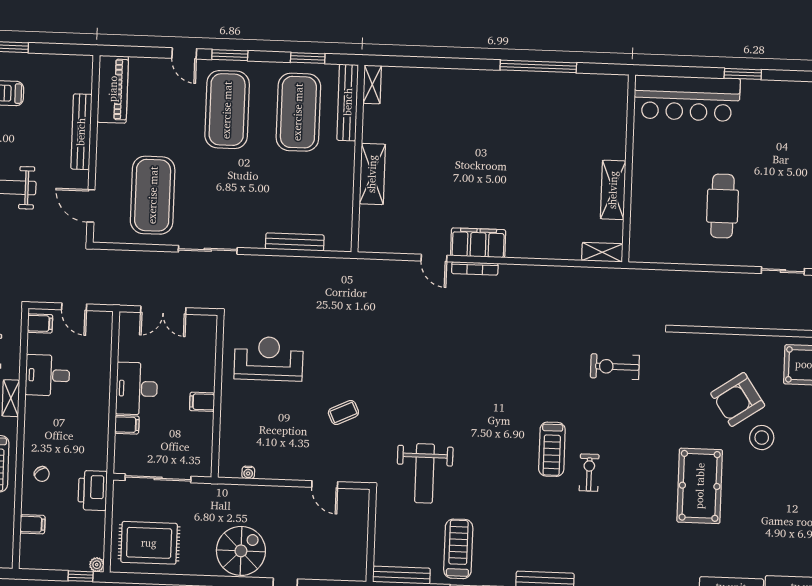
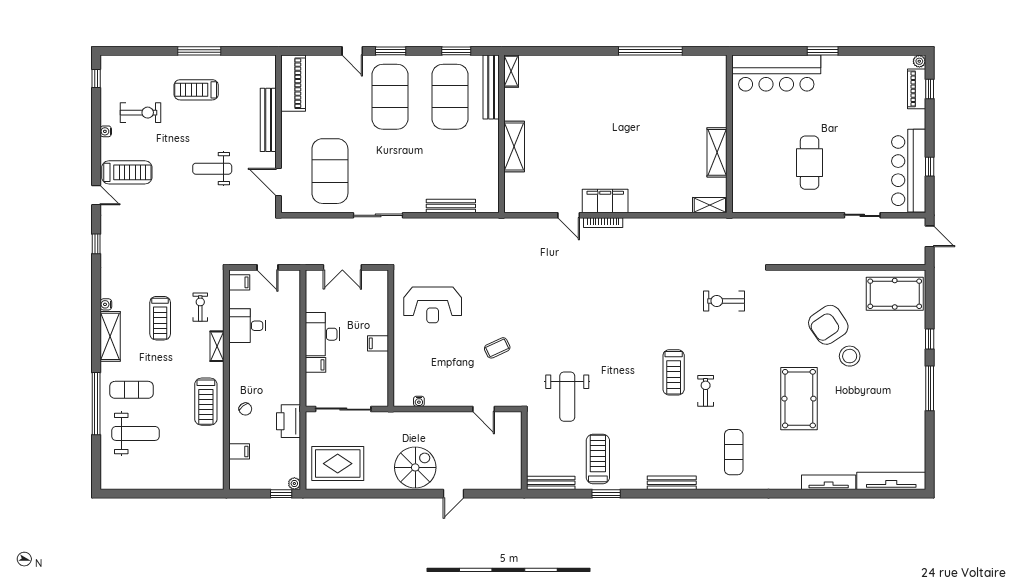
reception desk: (269, 359) -> (433, 305), turned 180
exercise mat: (620, 547) -> (734, 452), added

